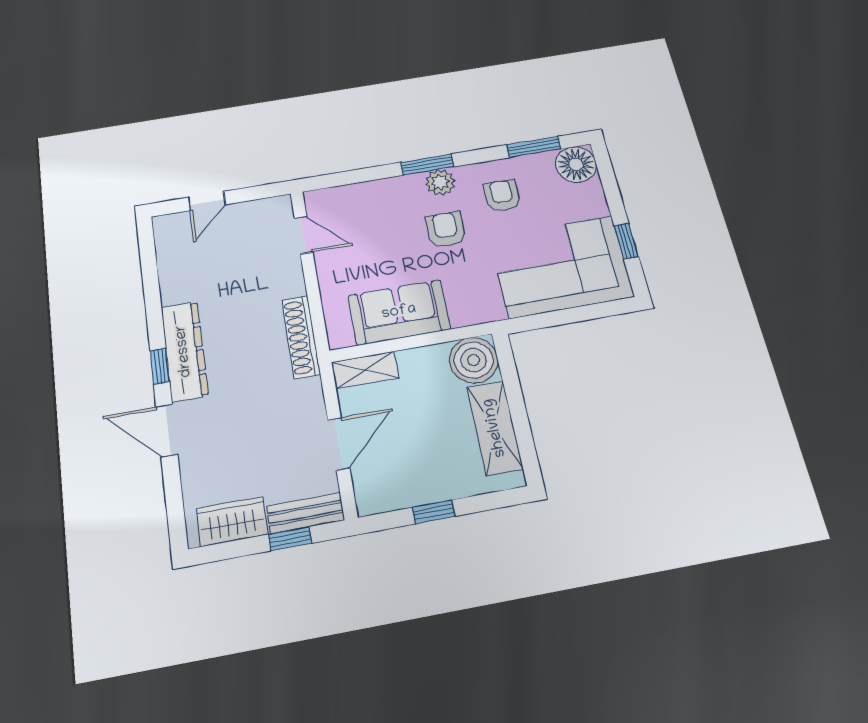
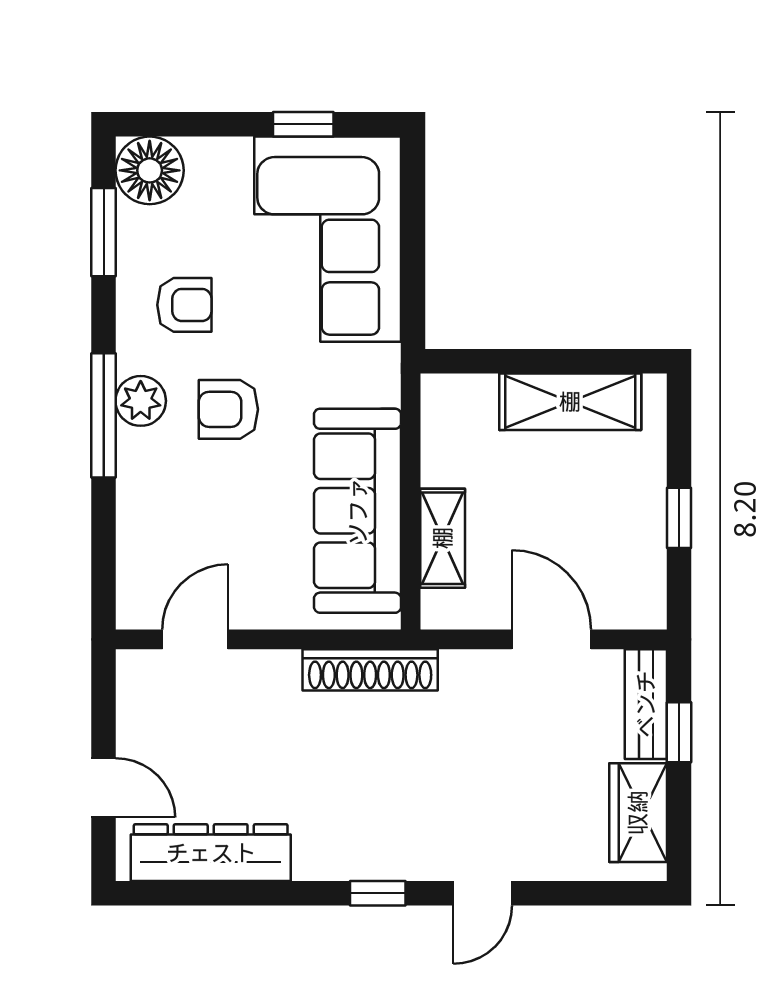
window: (427, 164) -> (104, 415), width x1.44
armchair: (502, 196) -> (184, 305), turned 180
sofa: (399, 312) -> (358, 511), width x1.36
dresser: (184, 351) -> (211, 853), moved
boiler: (474, 360) -> (458, 411), removed
shelving: (365, 370) -> (443, 538), moved
door: (167, 430) -> (483, 893), width x0.73

